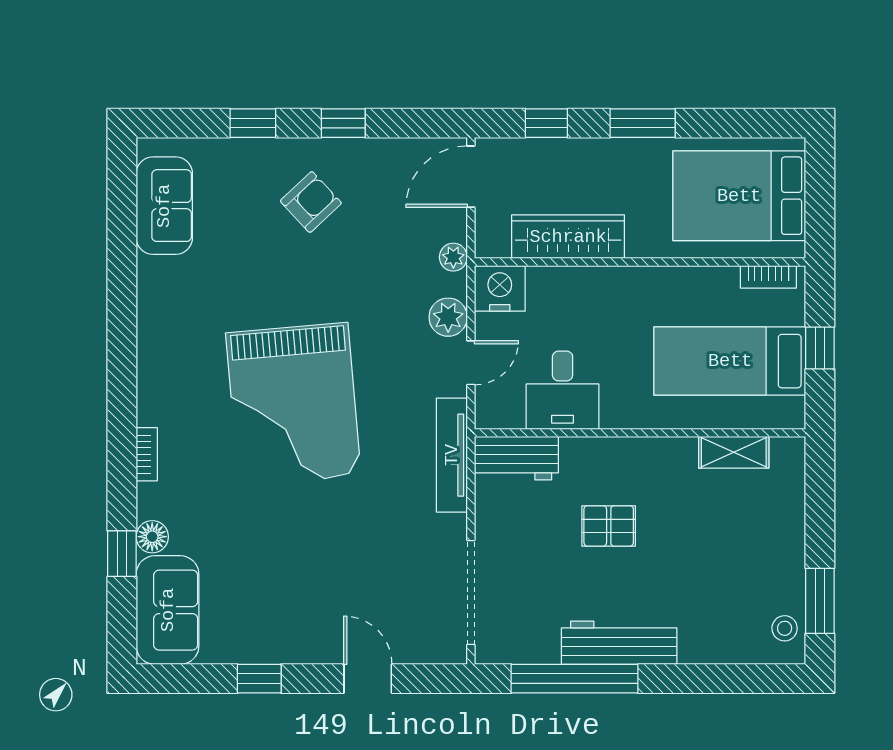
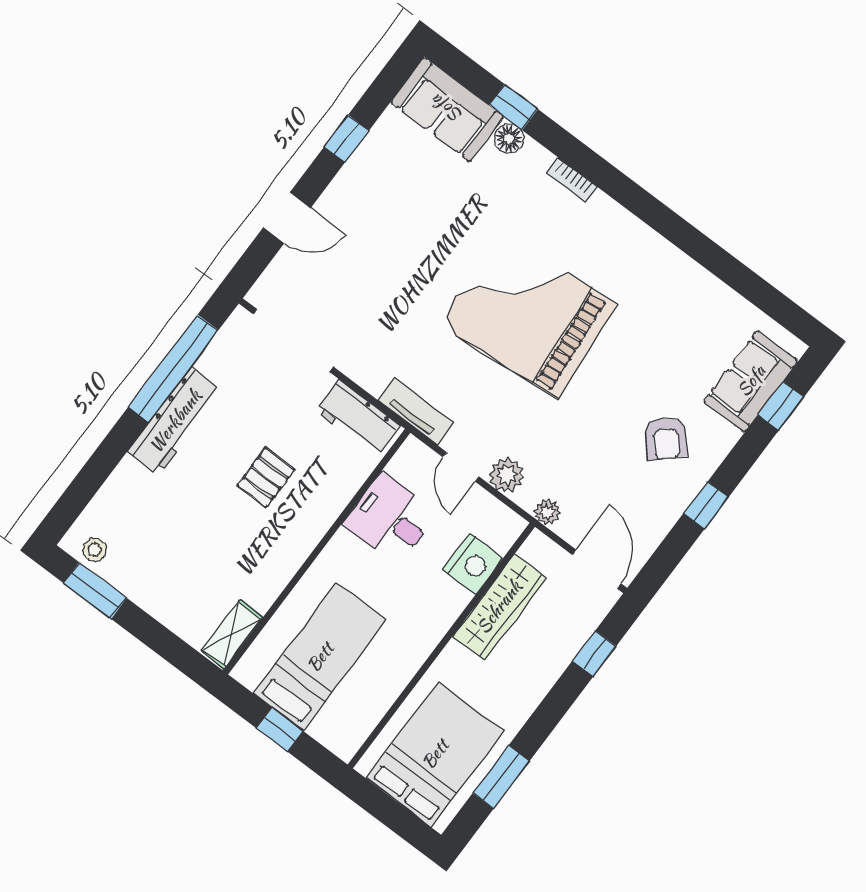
window: (253, 123) -> (781, 406), moved
window: (643, 123) -> (501, 777), moved
sofa: (164, 206) -> (751, 381), moved, turned 90
bookcase: (768, 277) -> (360, 731), removed
nightstand: (500, 288) -> (473, 564), moved
shelving: (734, 452) -> (232, 634), moved
tv unit: (452, 455) -> (416, 411), width x0.71
workbench: (516, 458) -> (358, 418), moved, turned -90

